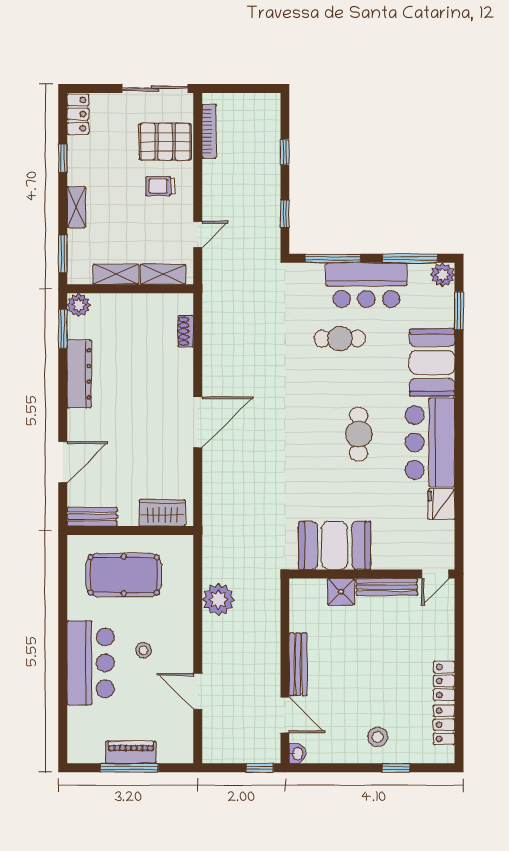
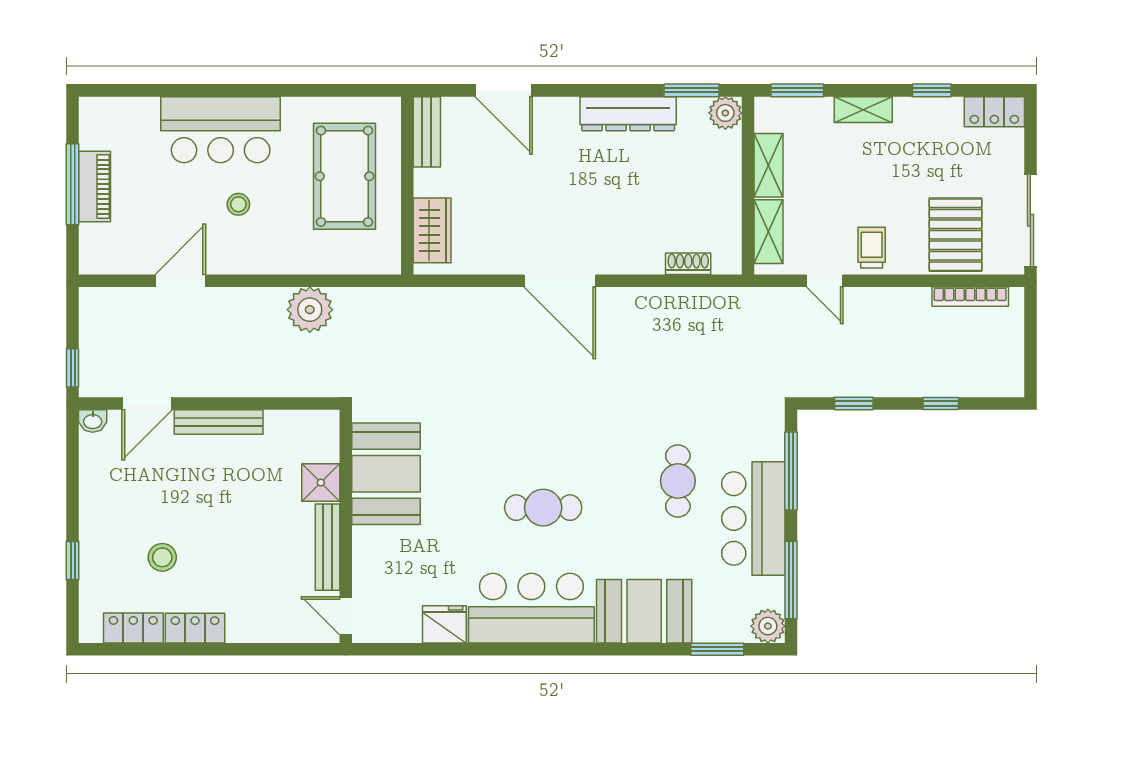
trolley: (160, 186) -> (872, 248), moved
stool: (378, 737) -> (162, 557), moved

